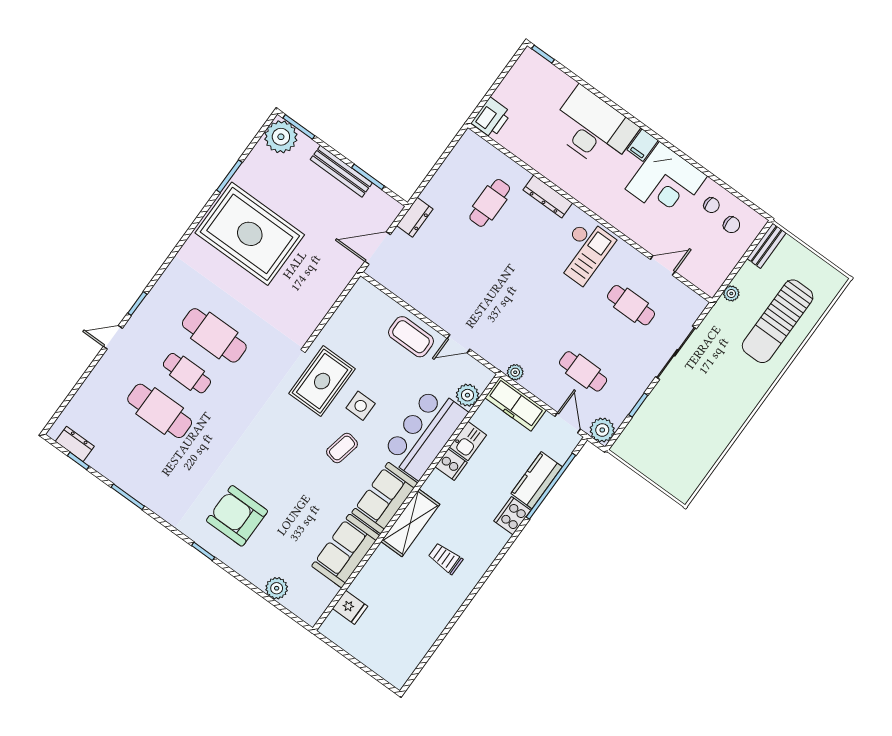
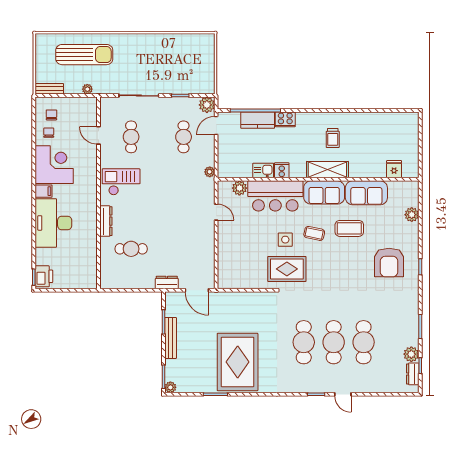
printer: (491, 118) -> (44, 276), moved, turned 90
plant: (281, 137) -> (170, 387), width x0.53, depth x0.53
coffee table: (411, 337) -> (349, 228), moved, turned 90
cafe table: (187, 373) -> (334, 342), width x1.37, depth x1.35
freezer: (516, 404) -> (226, 160), removed
plant: (101, 460) -> (411, 354), added

